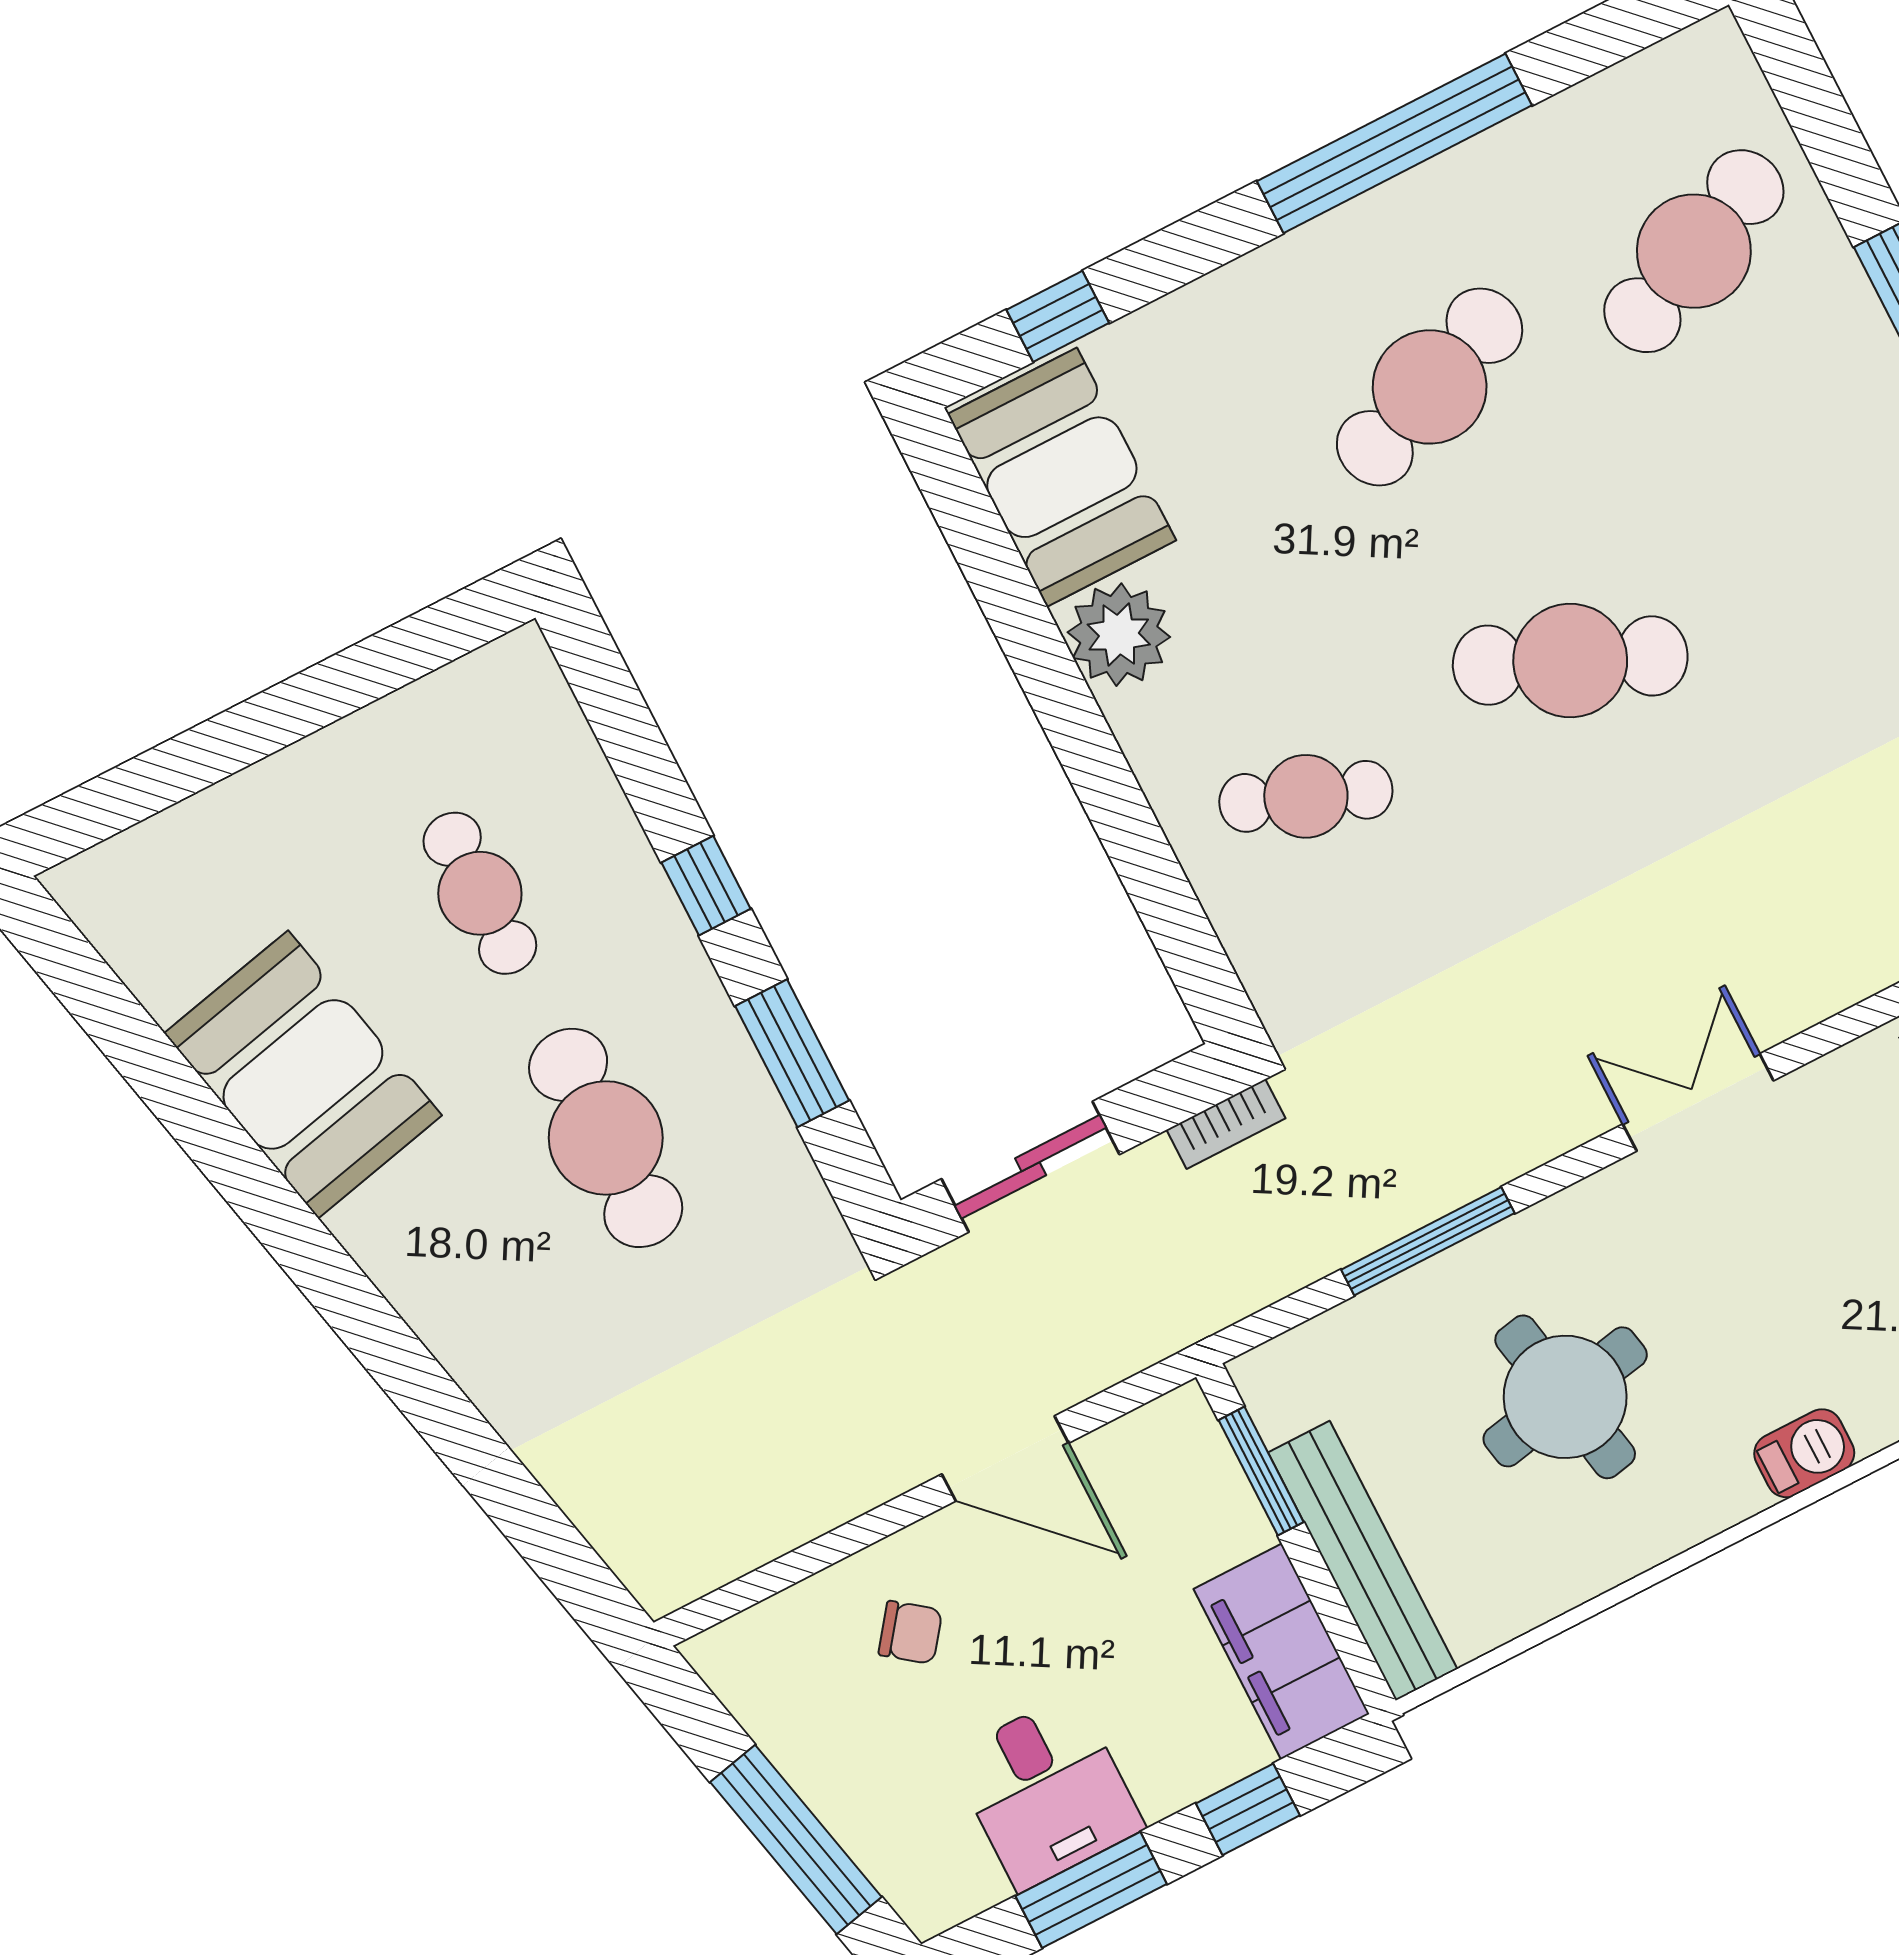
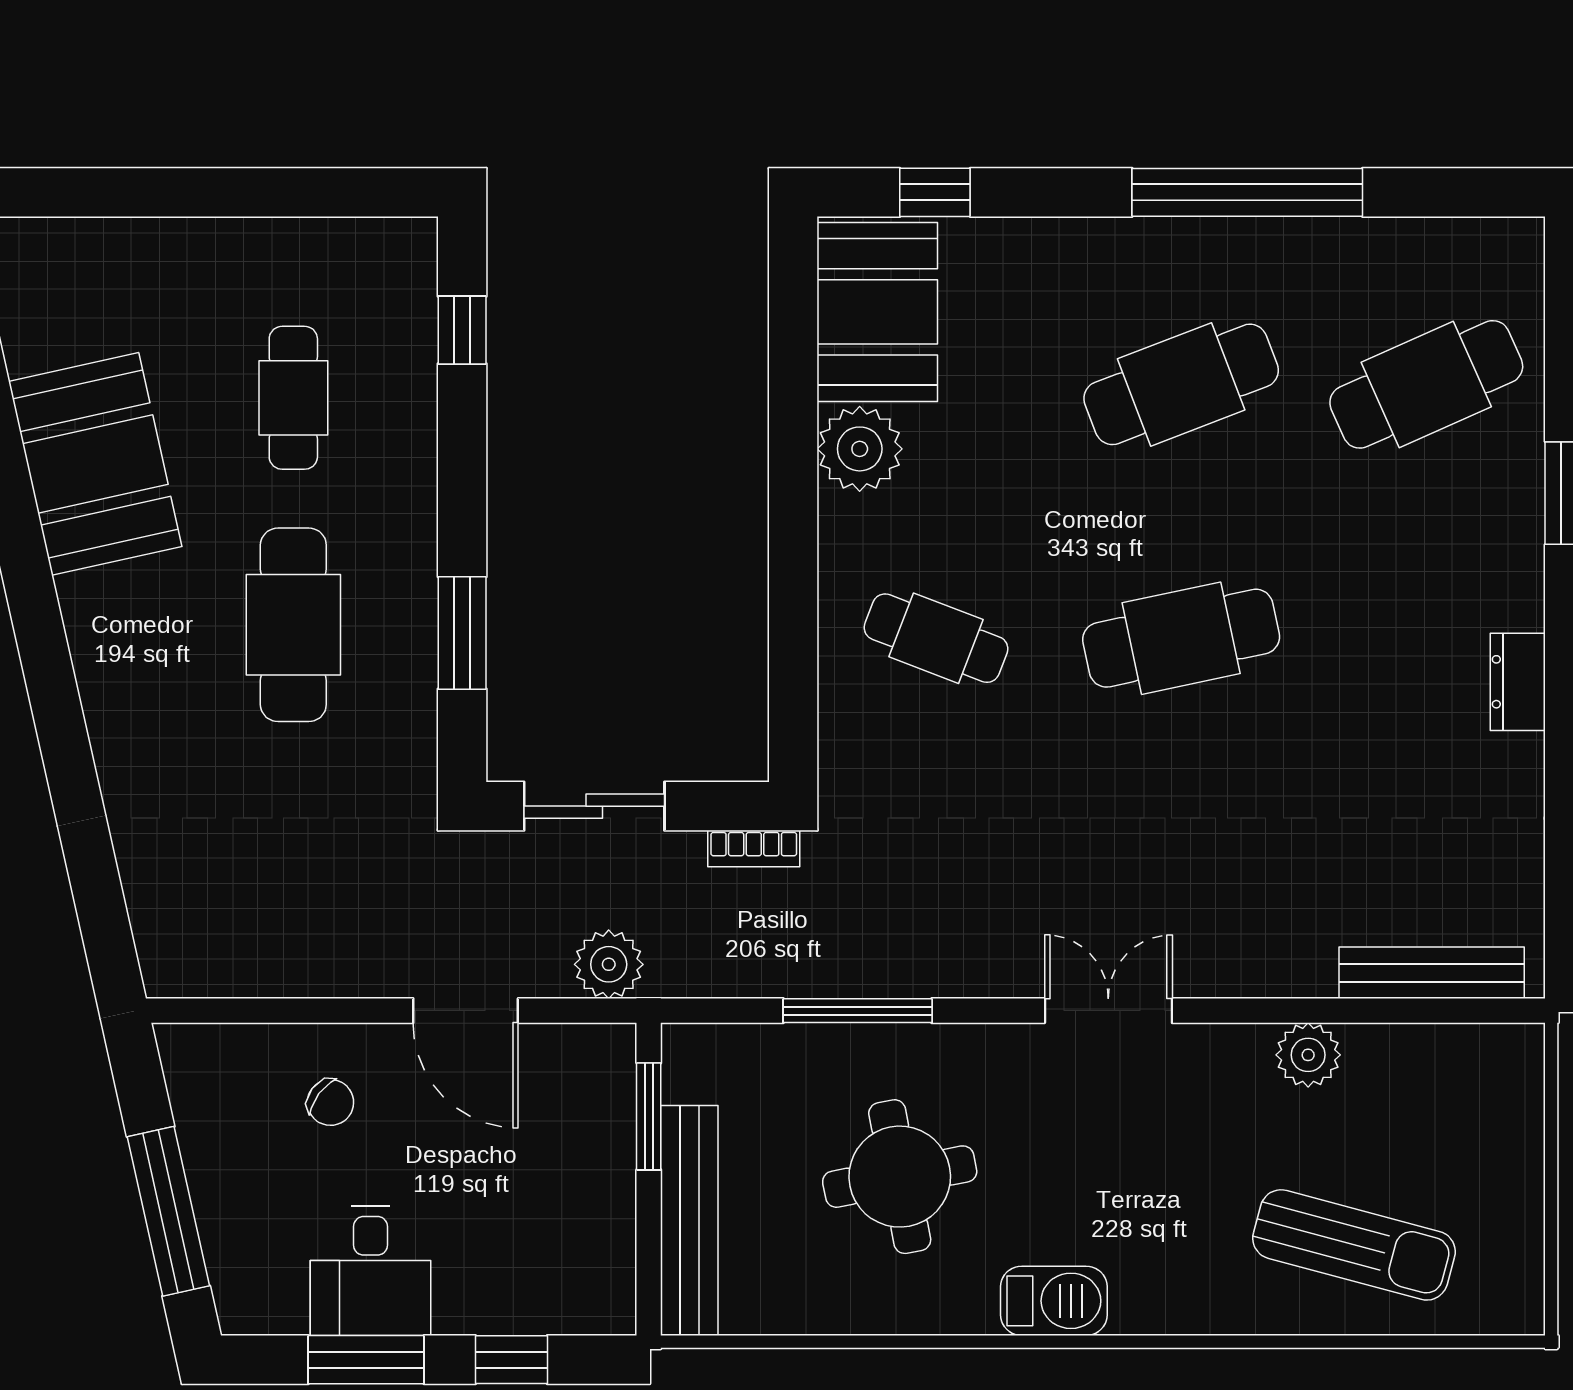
cafe table: (1570, 661) -> (1181, 638), turned -36
window: (706, 886) -> (462, 330), moved
plant: (1134, 1329) -> (609, 964), added
barbecue: (1804, 1453) -> (1054, 1301), width x1.38, depth x1.27
filing cabinet: (1281, 1651) -> (596, 1256), removed

